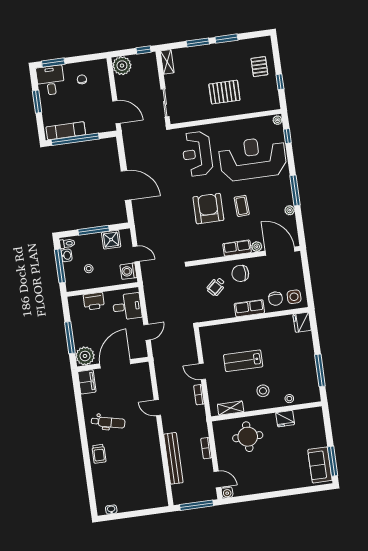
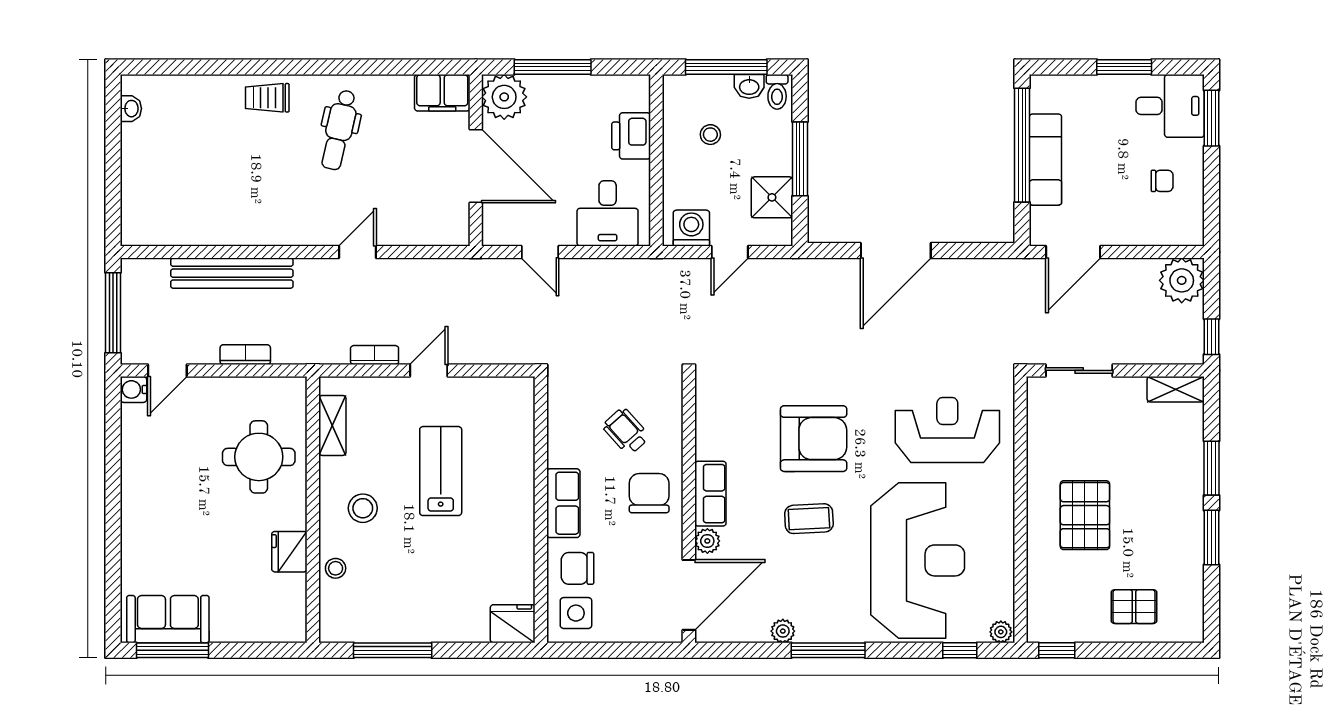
window: (280, 82) -> (1057, 650), moved
exam couch: (66, 131) -> (1045, 160), moved

